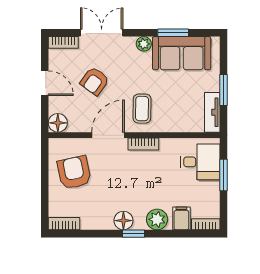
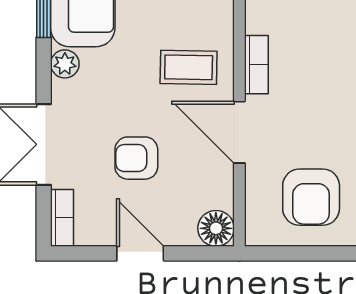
armchair: (95, 81) -> (136, 158), turned 144
door: (45, 83) -> (140, 253), hinge flipped
armchair: (74, 173) -> (311, 197), turned -78

